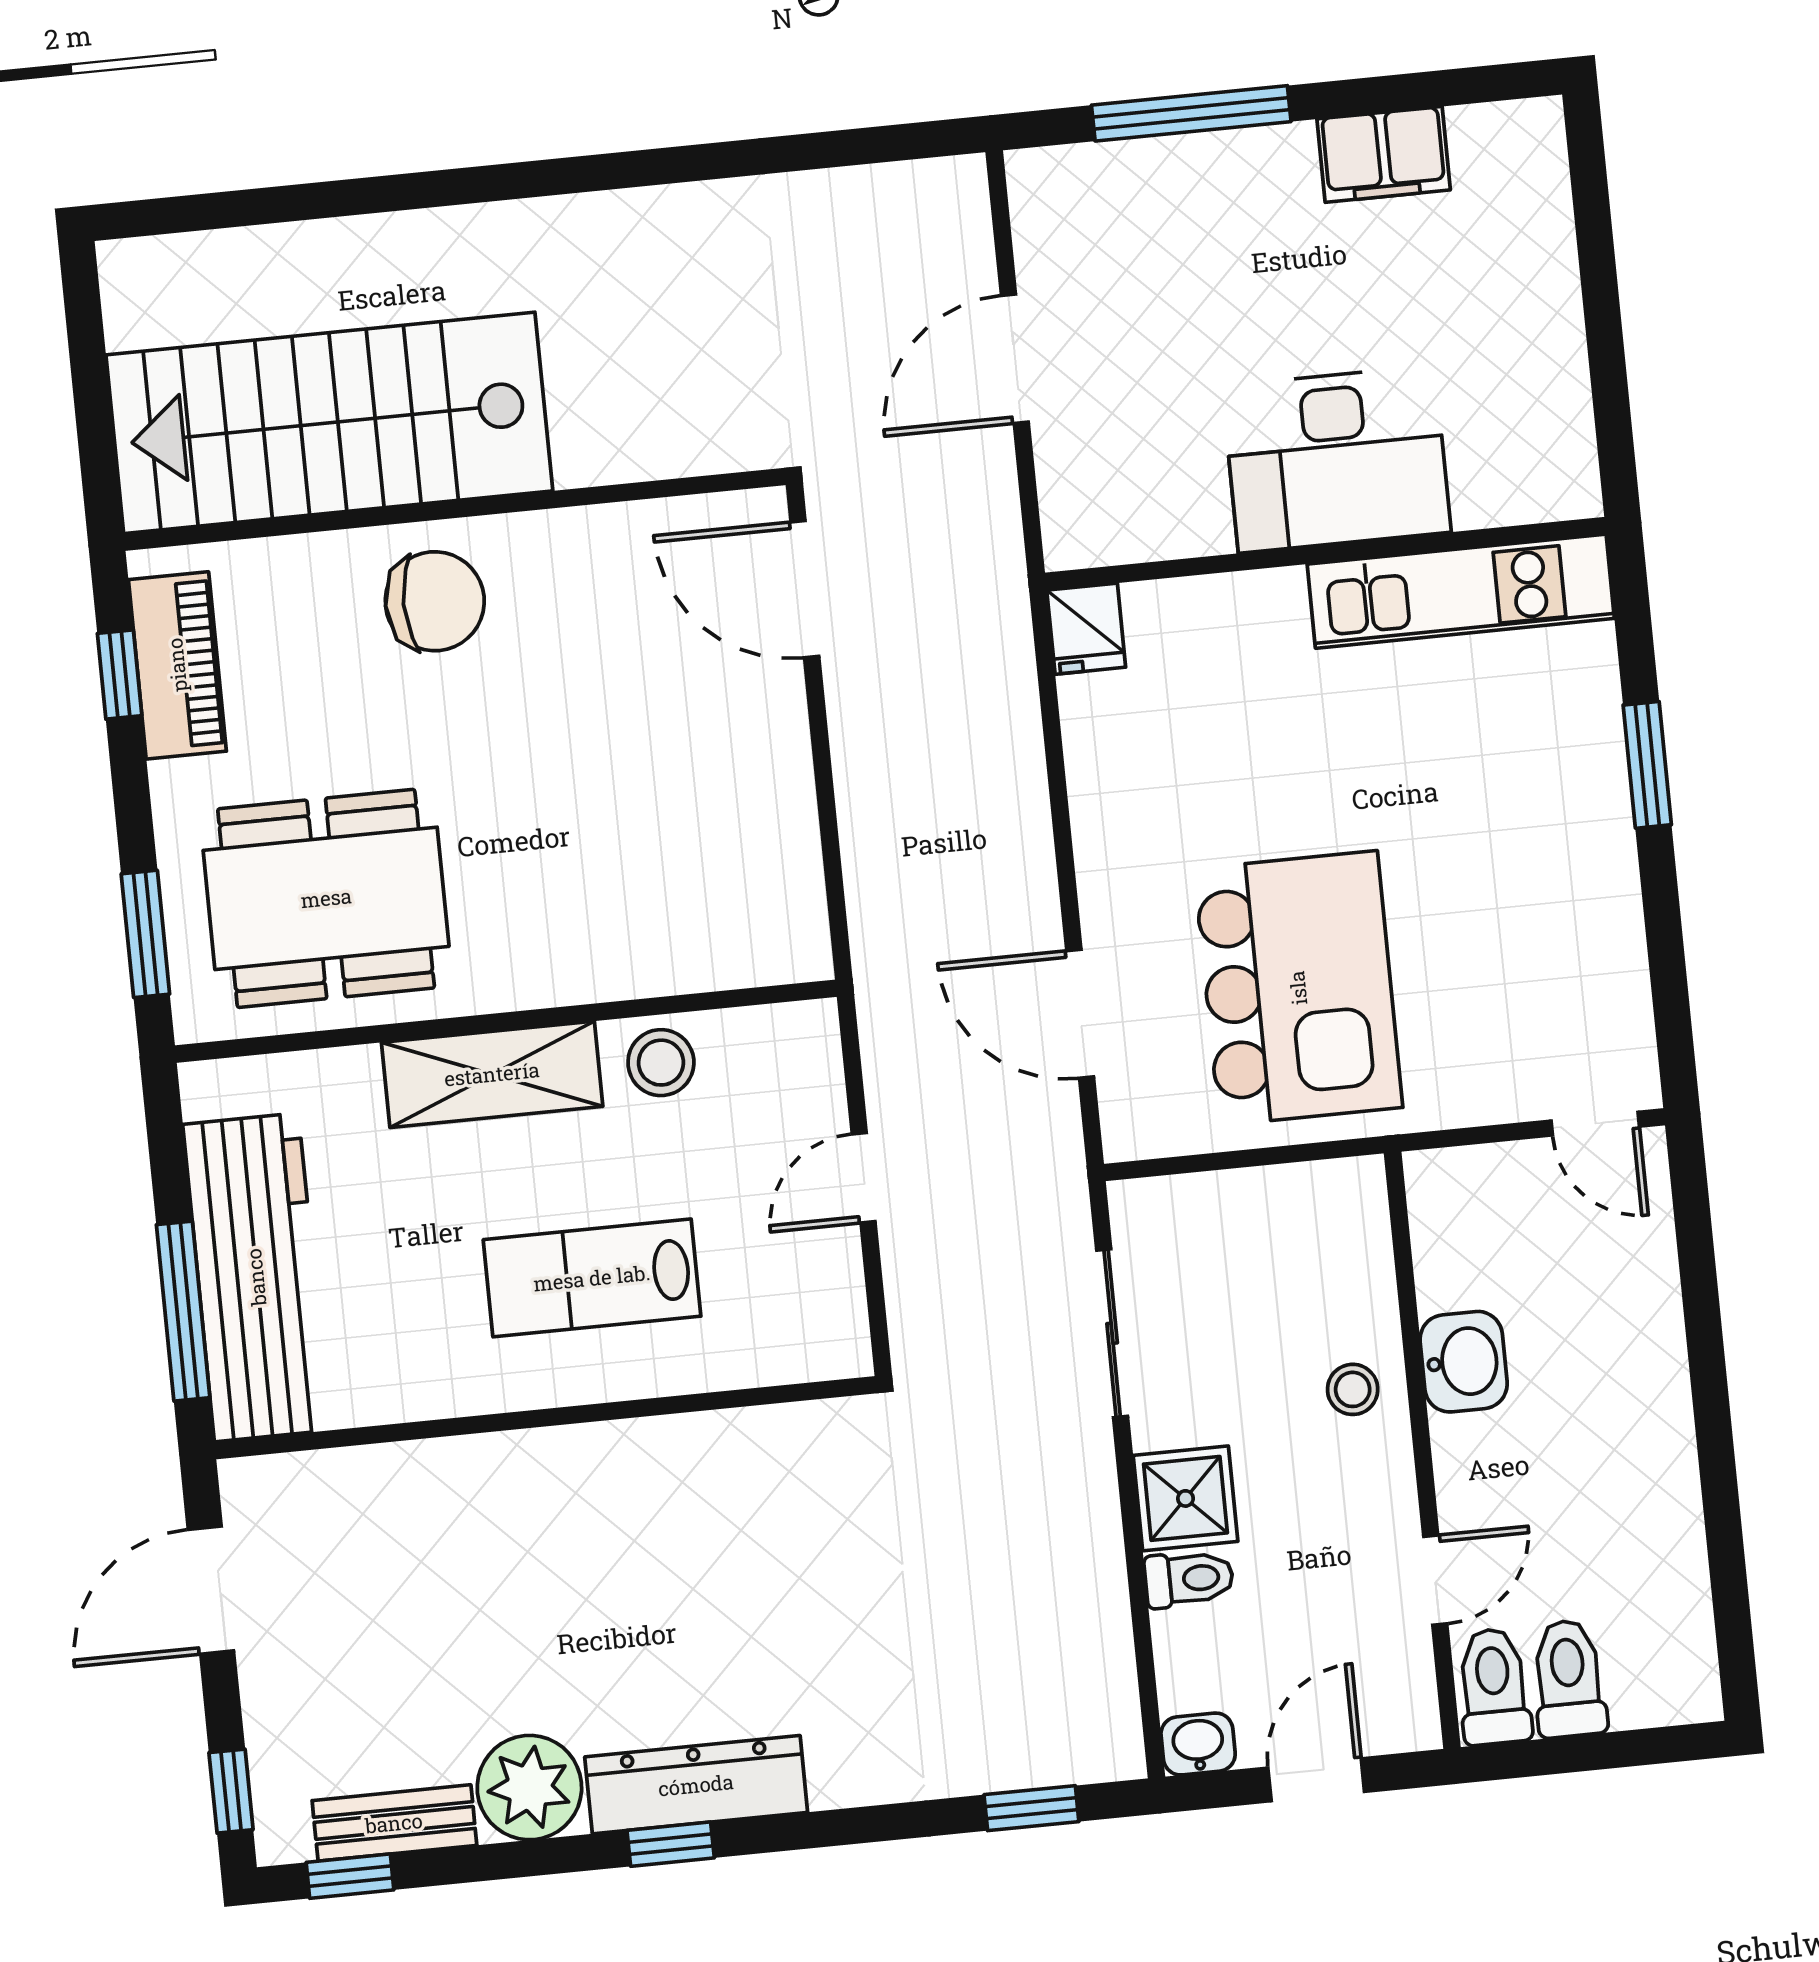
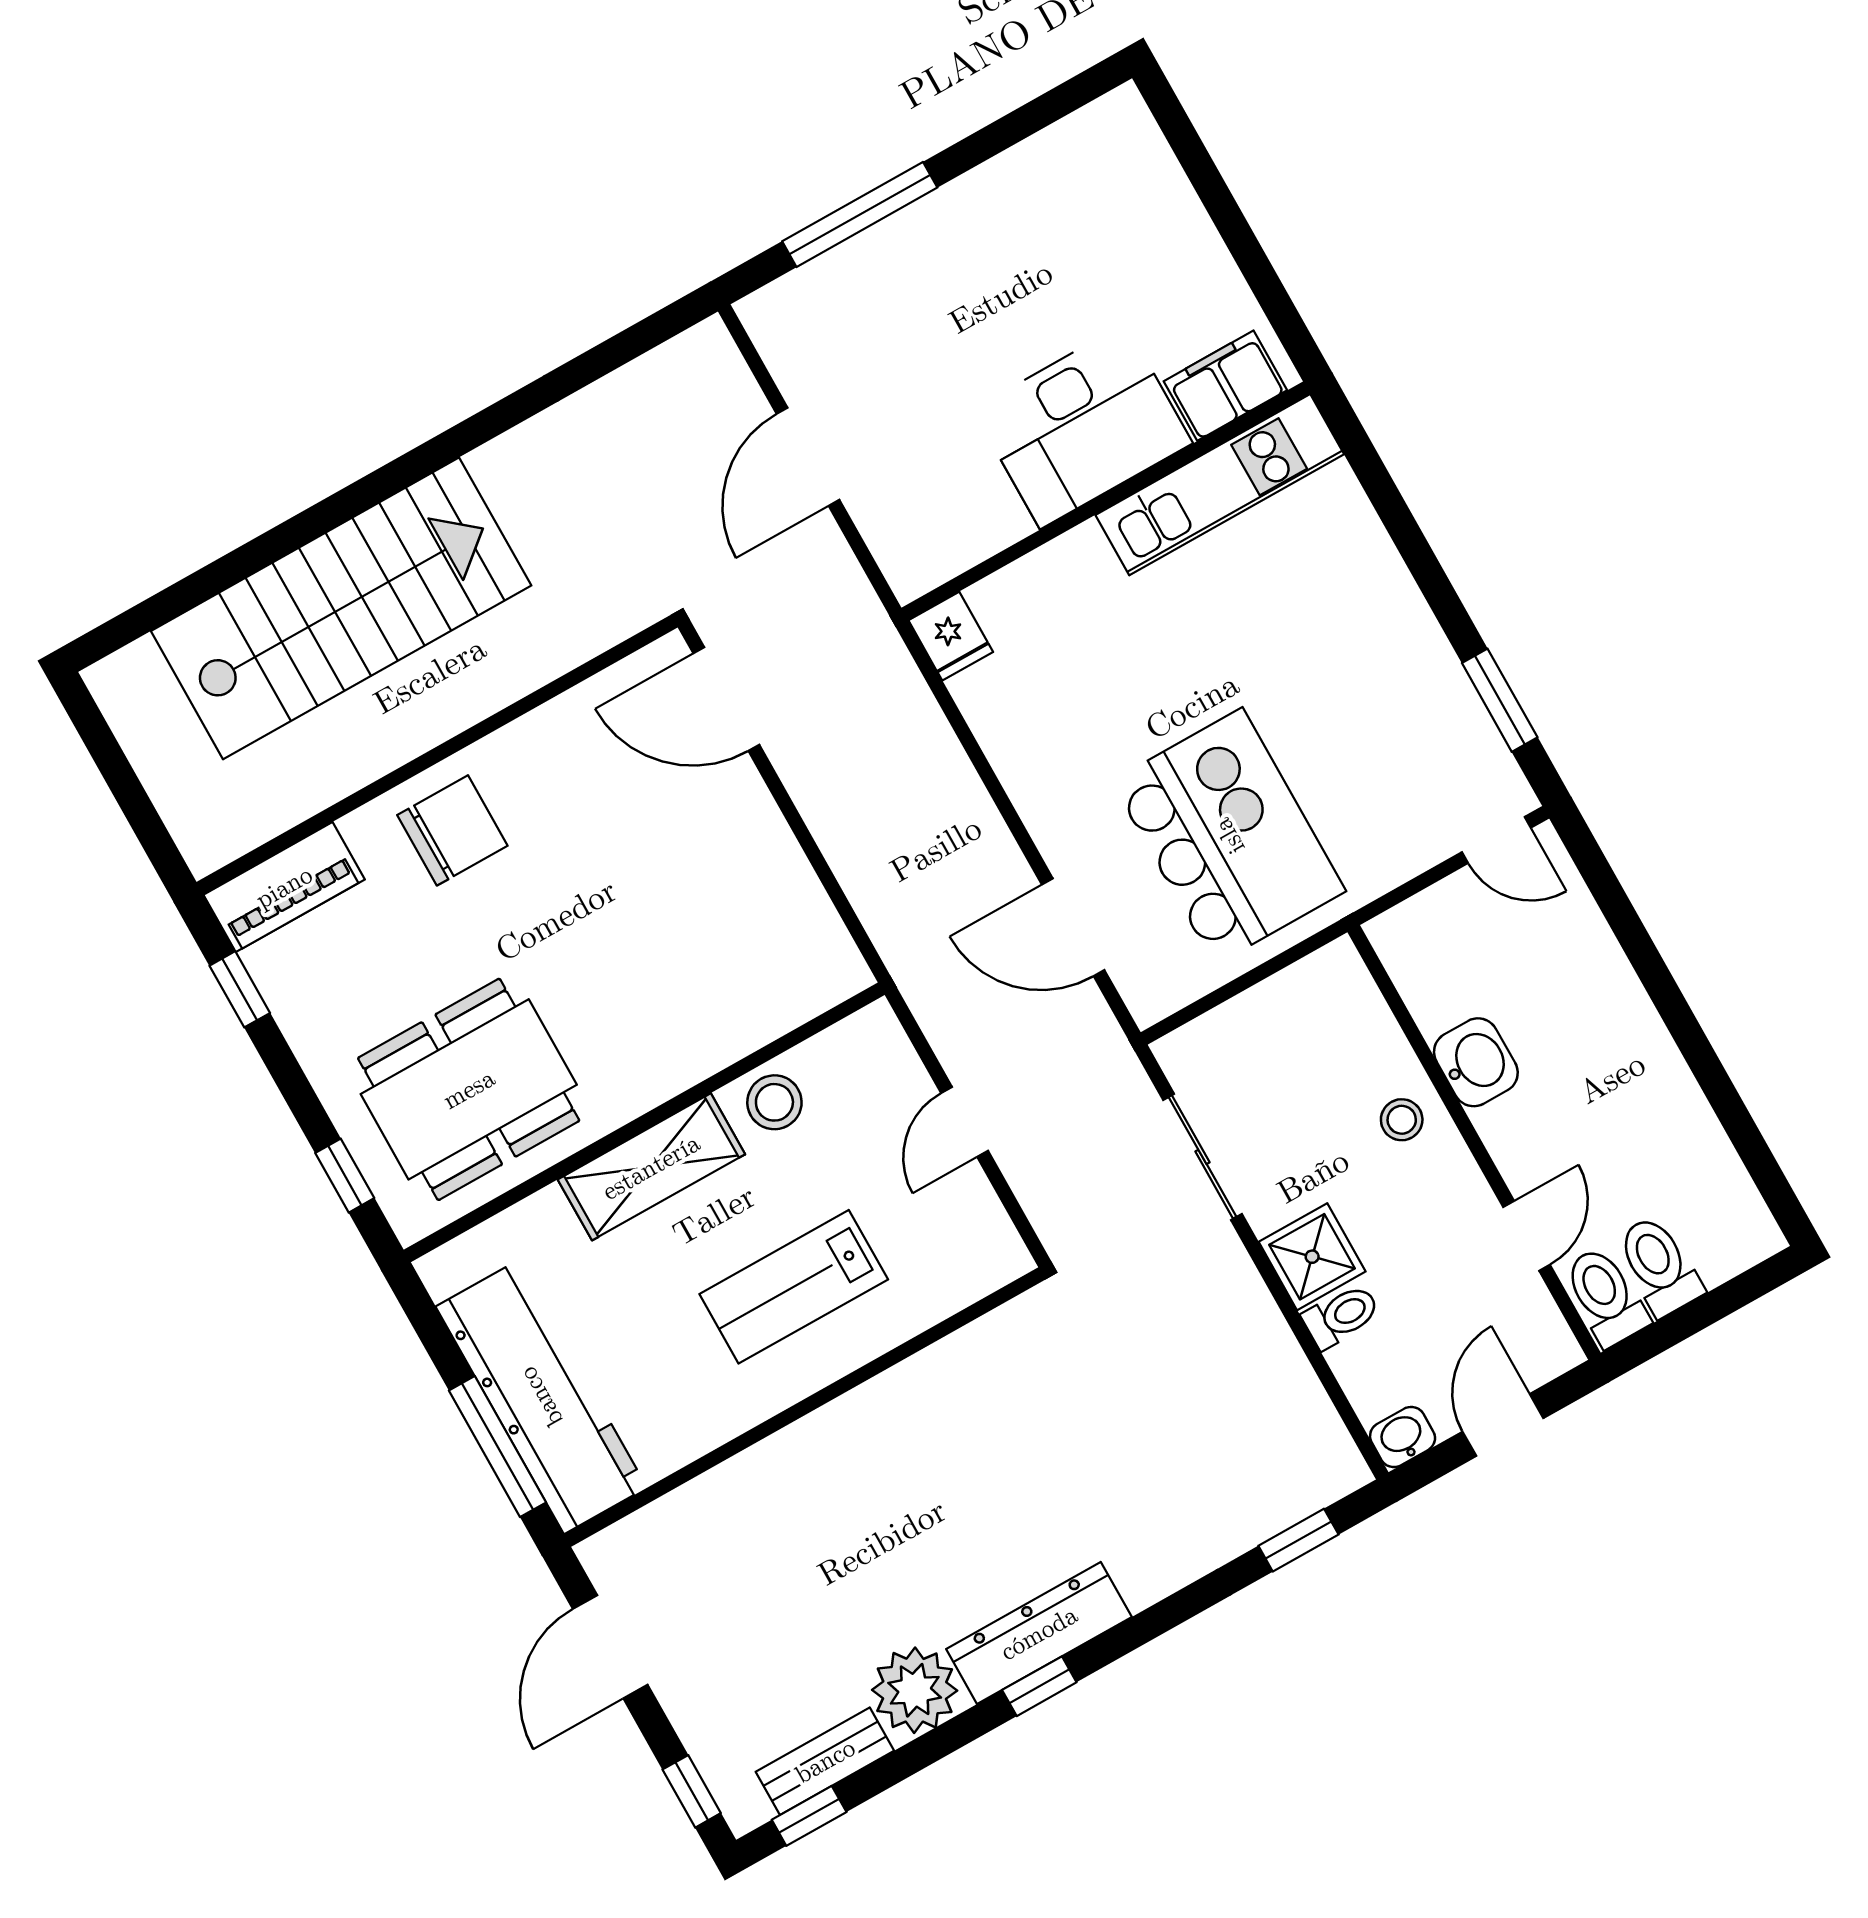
filing cabinet: (1384, 154) -> (1225, 386), moved, turned 180
stairs: (329, 423) -> (341, 608), moved, turned 180
piano: (177, 665) -> (284, 887), moved, turned 90
window: (1647, 765) -> (1500, 700), moved
window: (145, 934) -> (345, 1176), width x0.67

